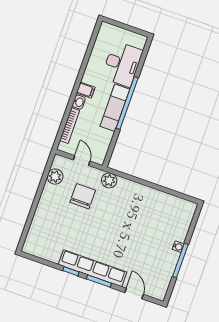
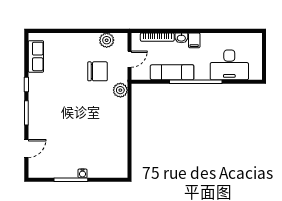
exam couch: (115, 108) -> (172, 72), moved
row of seats: (93, 268) -> (36, 56), moved, width x0.50

